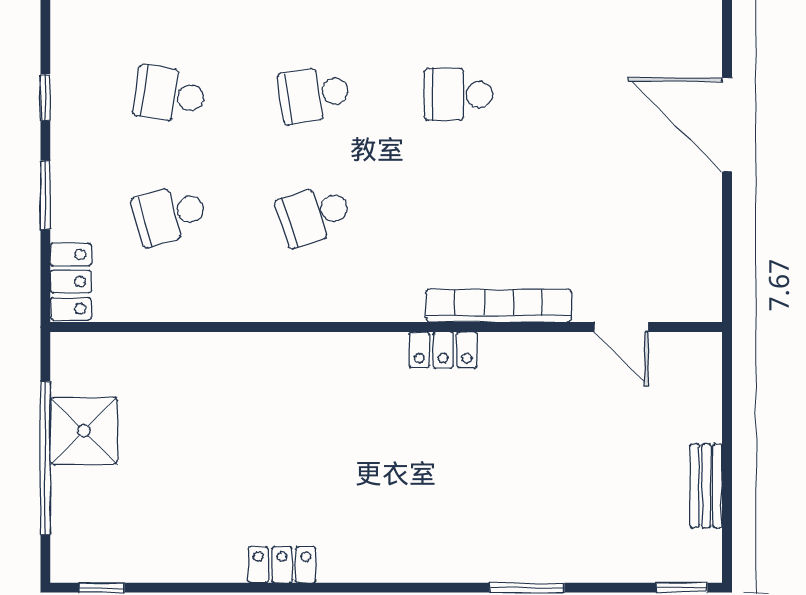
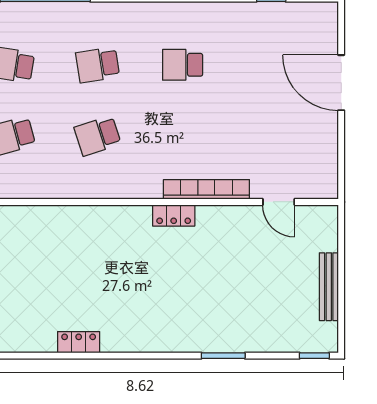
bench: (706, 486) -> (329, 287), width x1.36

